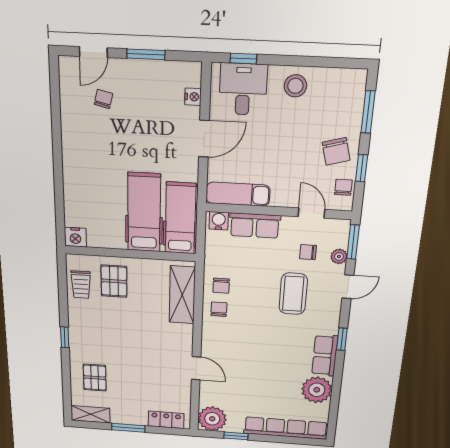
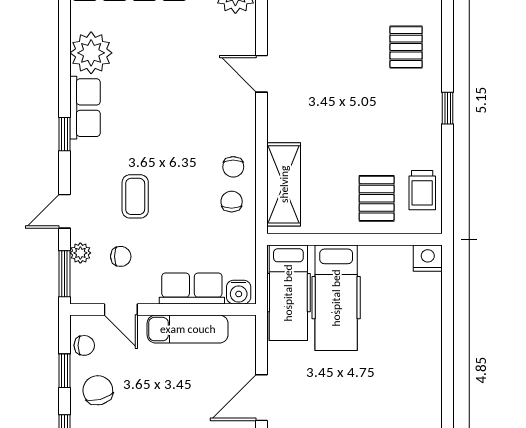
chair: (343, 187) -> (84, 345), turned -90
exam couch: (238, 194) -> (188, 329), moved
trolley: (81, 285) -> (422, 190), turned 180
coffee table: (293, 294) -> (135, 196), width x0.73, depth x0.77

